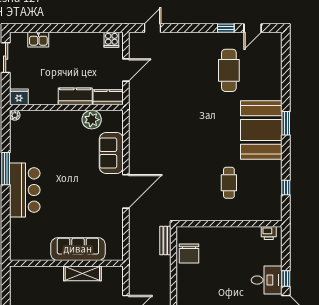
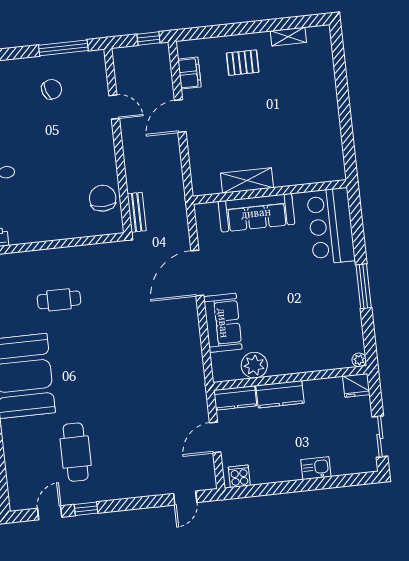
kitchen sink: (38, 40) -> (316, 468), moved
cafe table: (229, 183) -> (59, 300), turned 90
bar counter: (25, 190) -> (331, 226), moved
sofa: (78, 249) -> (256, 213), moved
wall: (66, 263) -> (270, 192), moved
shelving: (82, 273) -> (247, 180), moved

